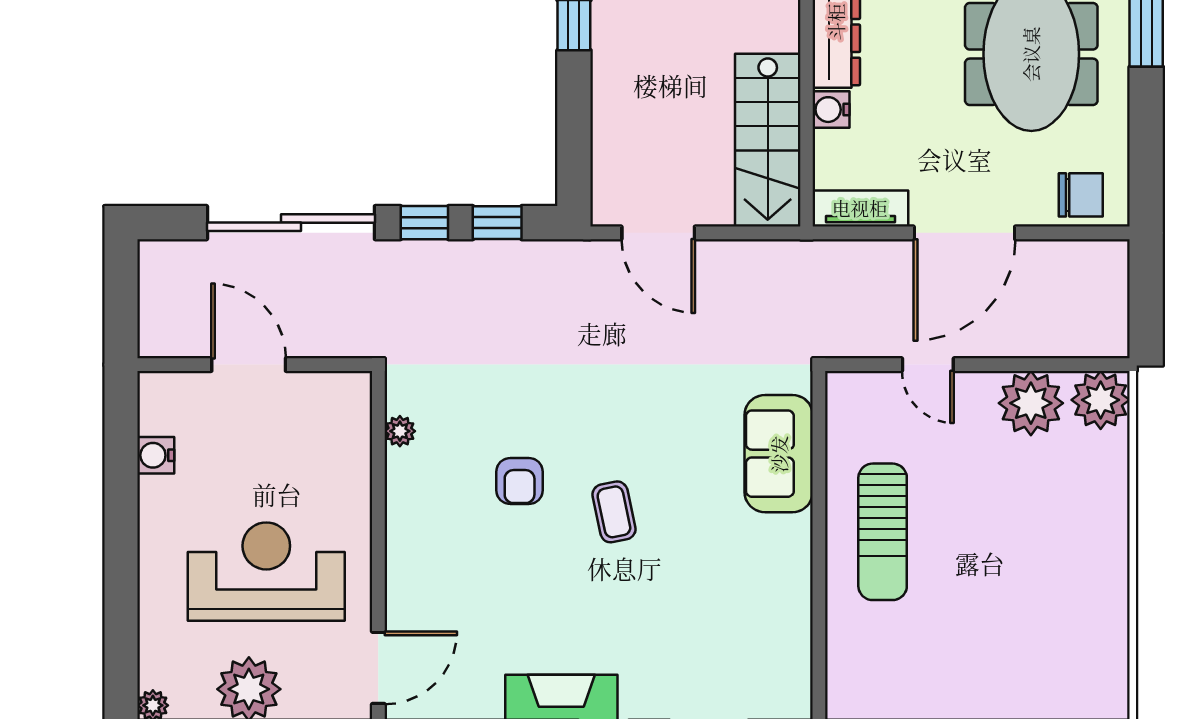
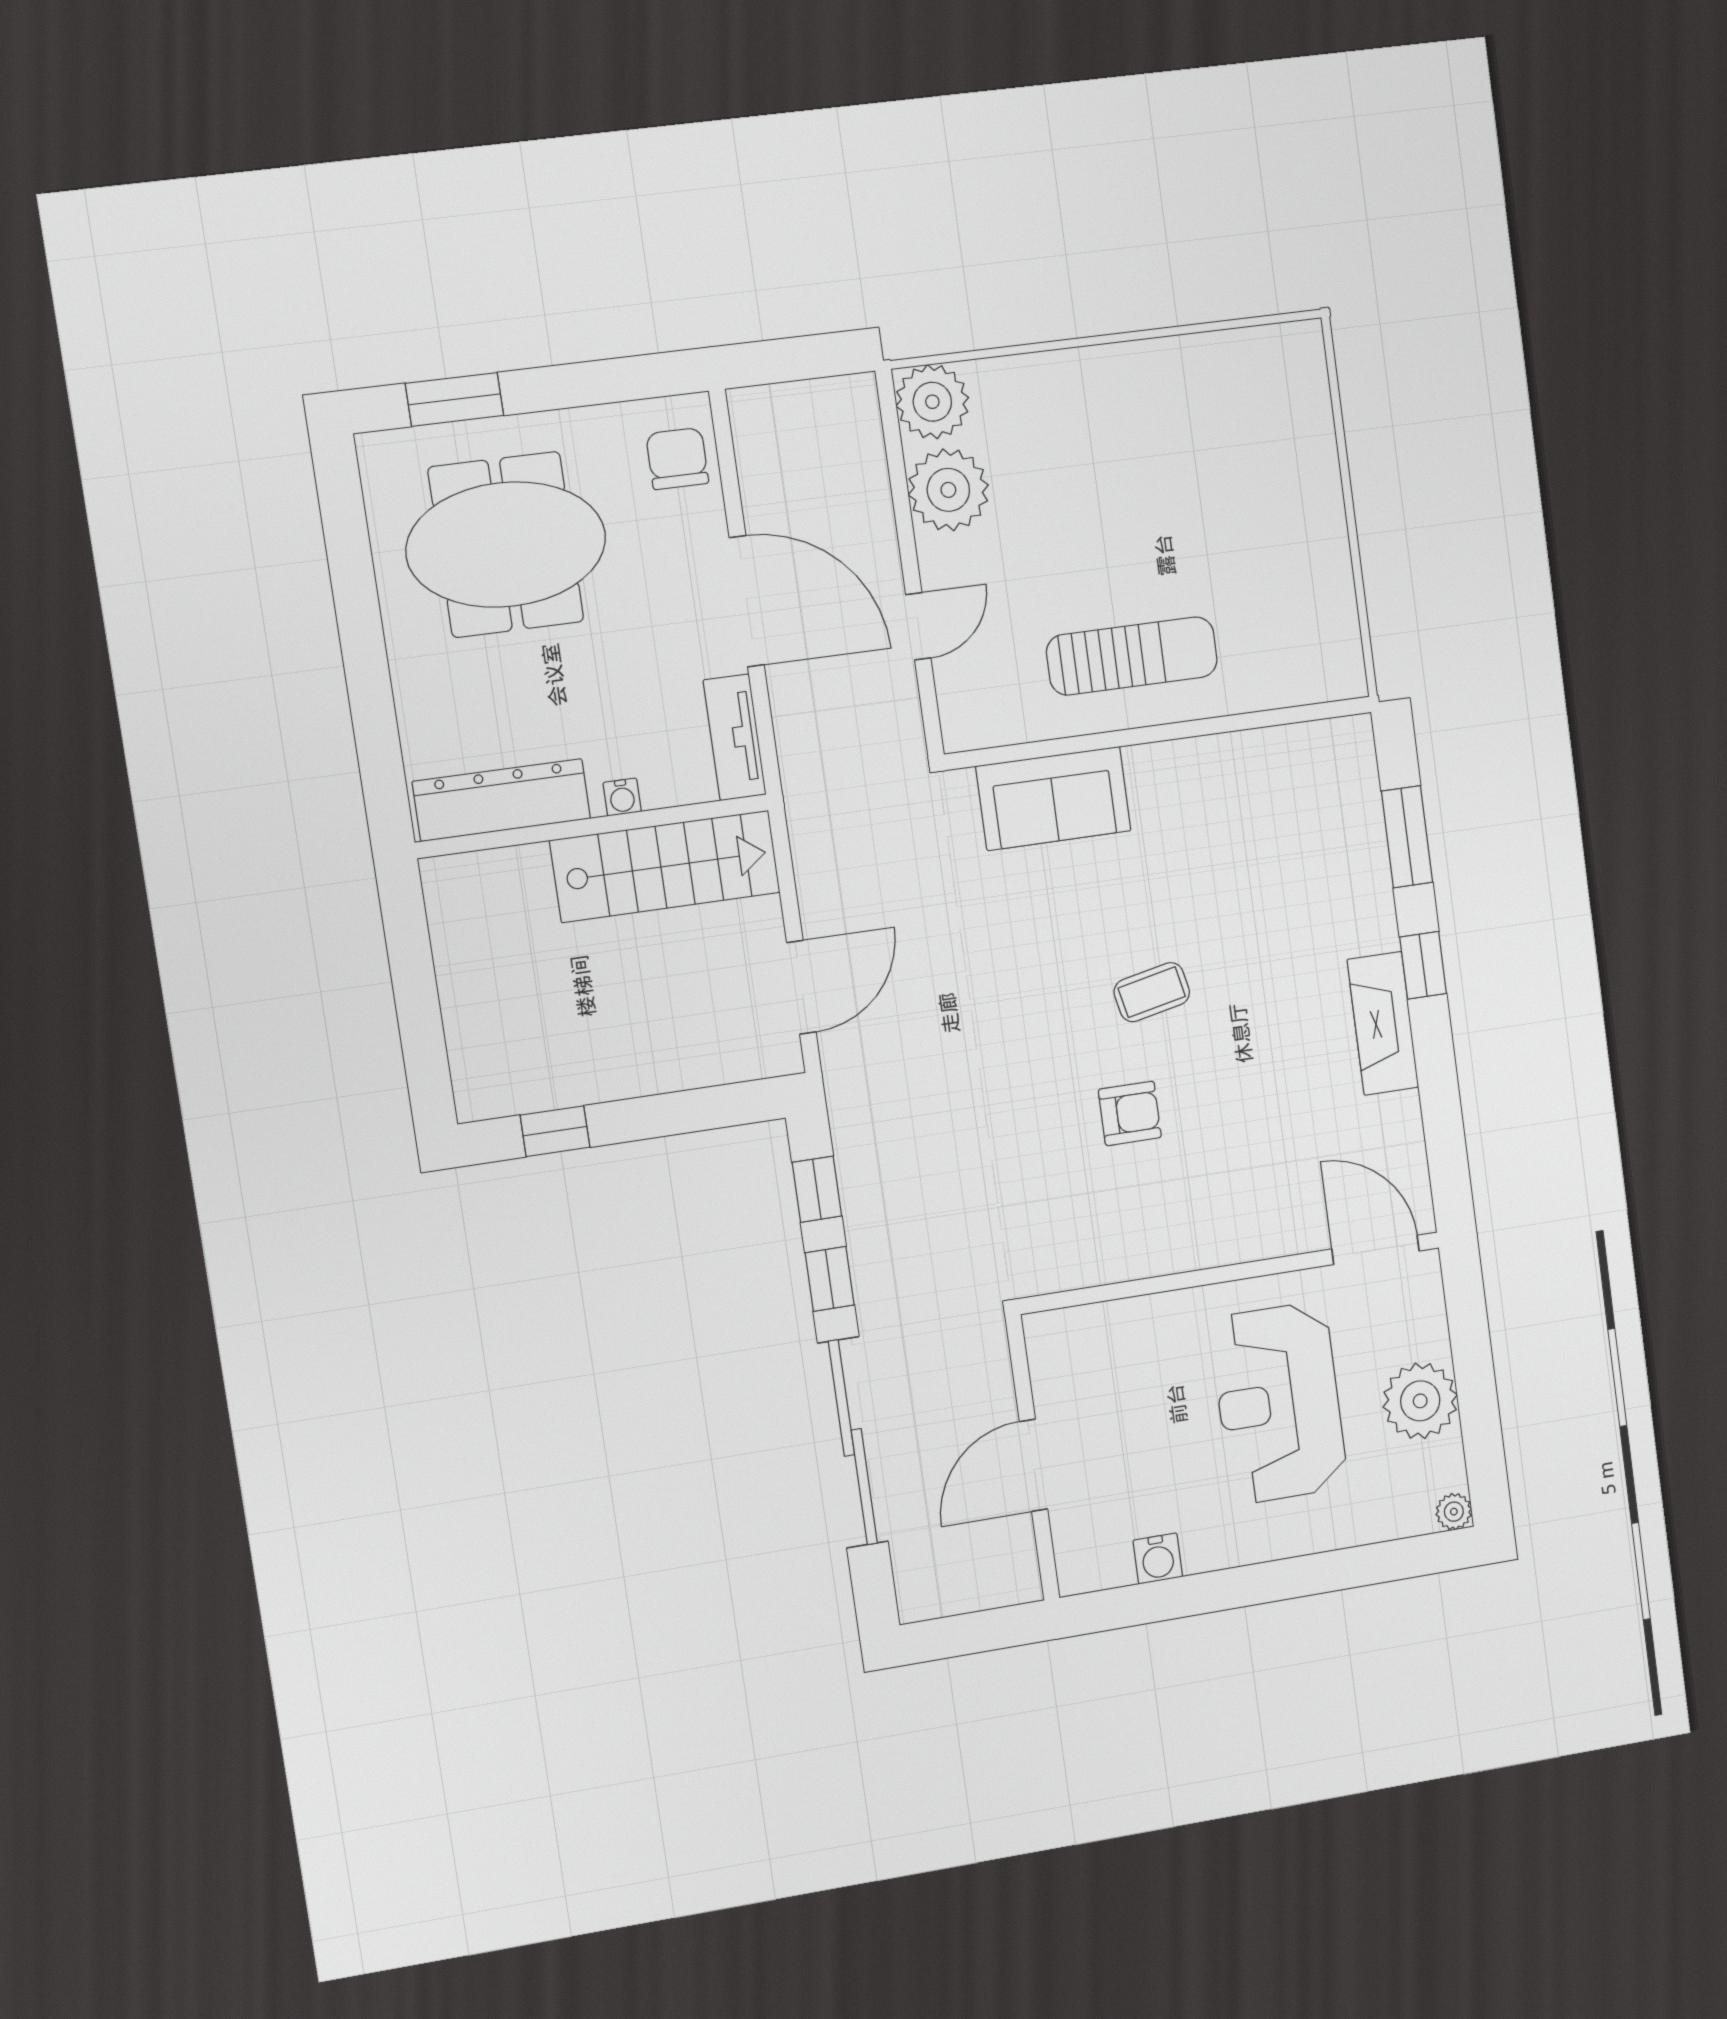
water cooler: (831, 110) -> (622, 797), width x0.72, depth x0.72
plant: (400, 431) -> (1089, 1269), removed

